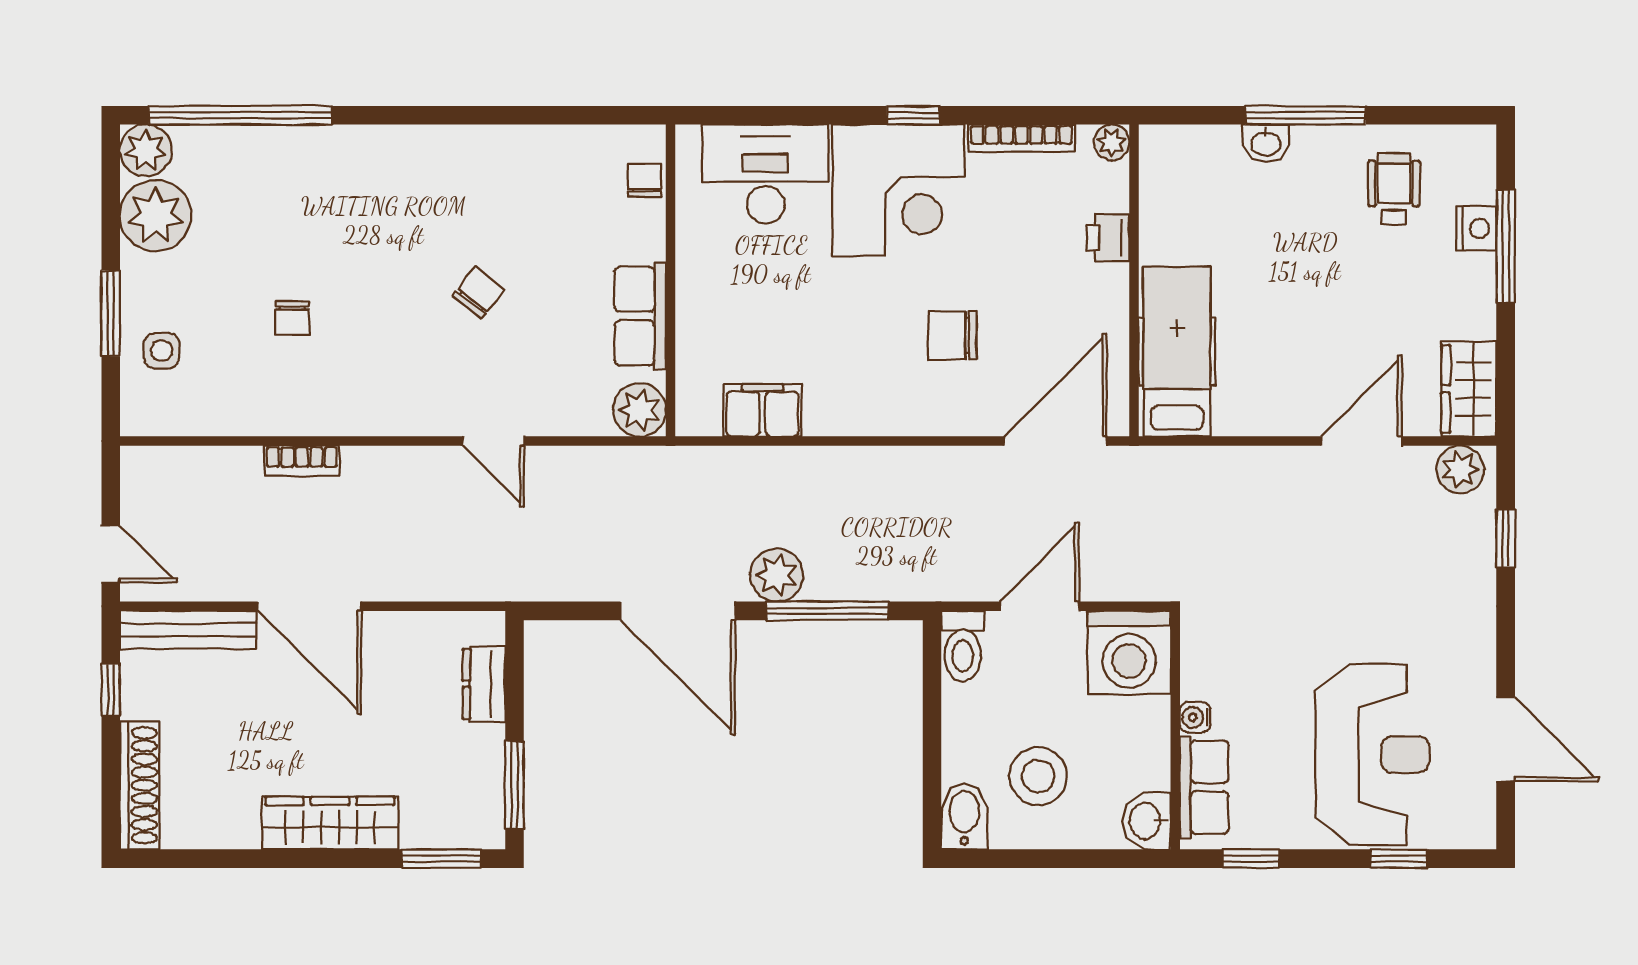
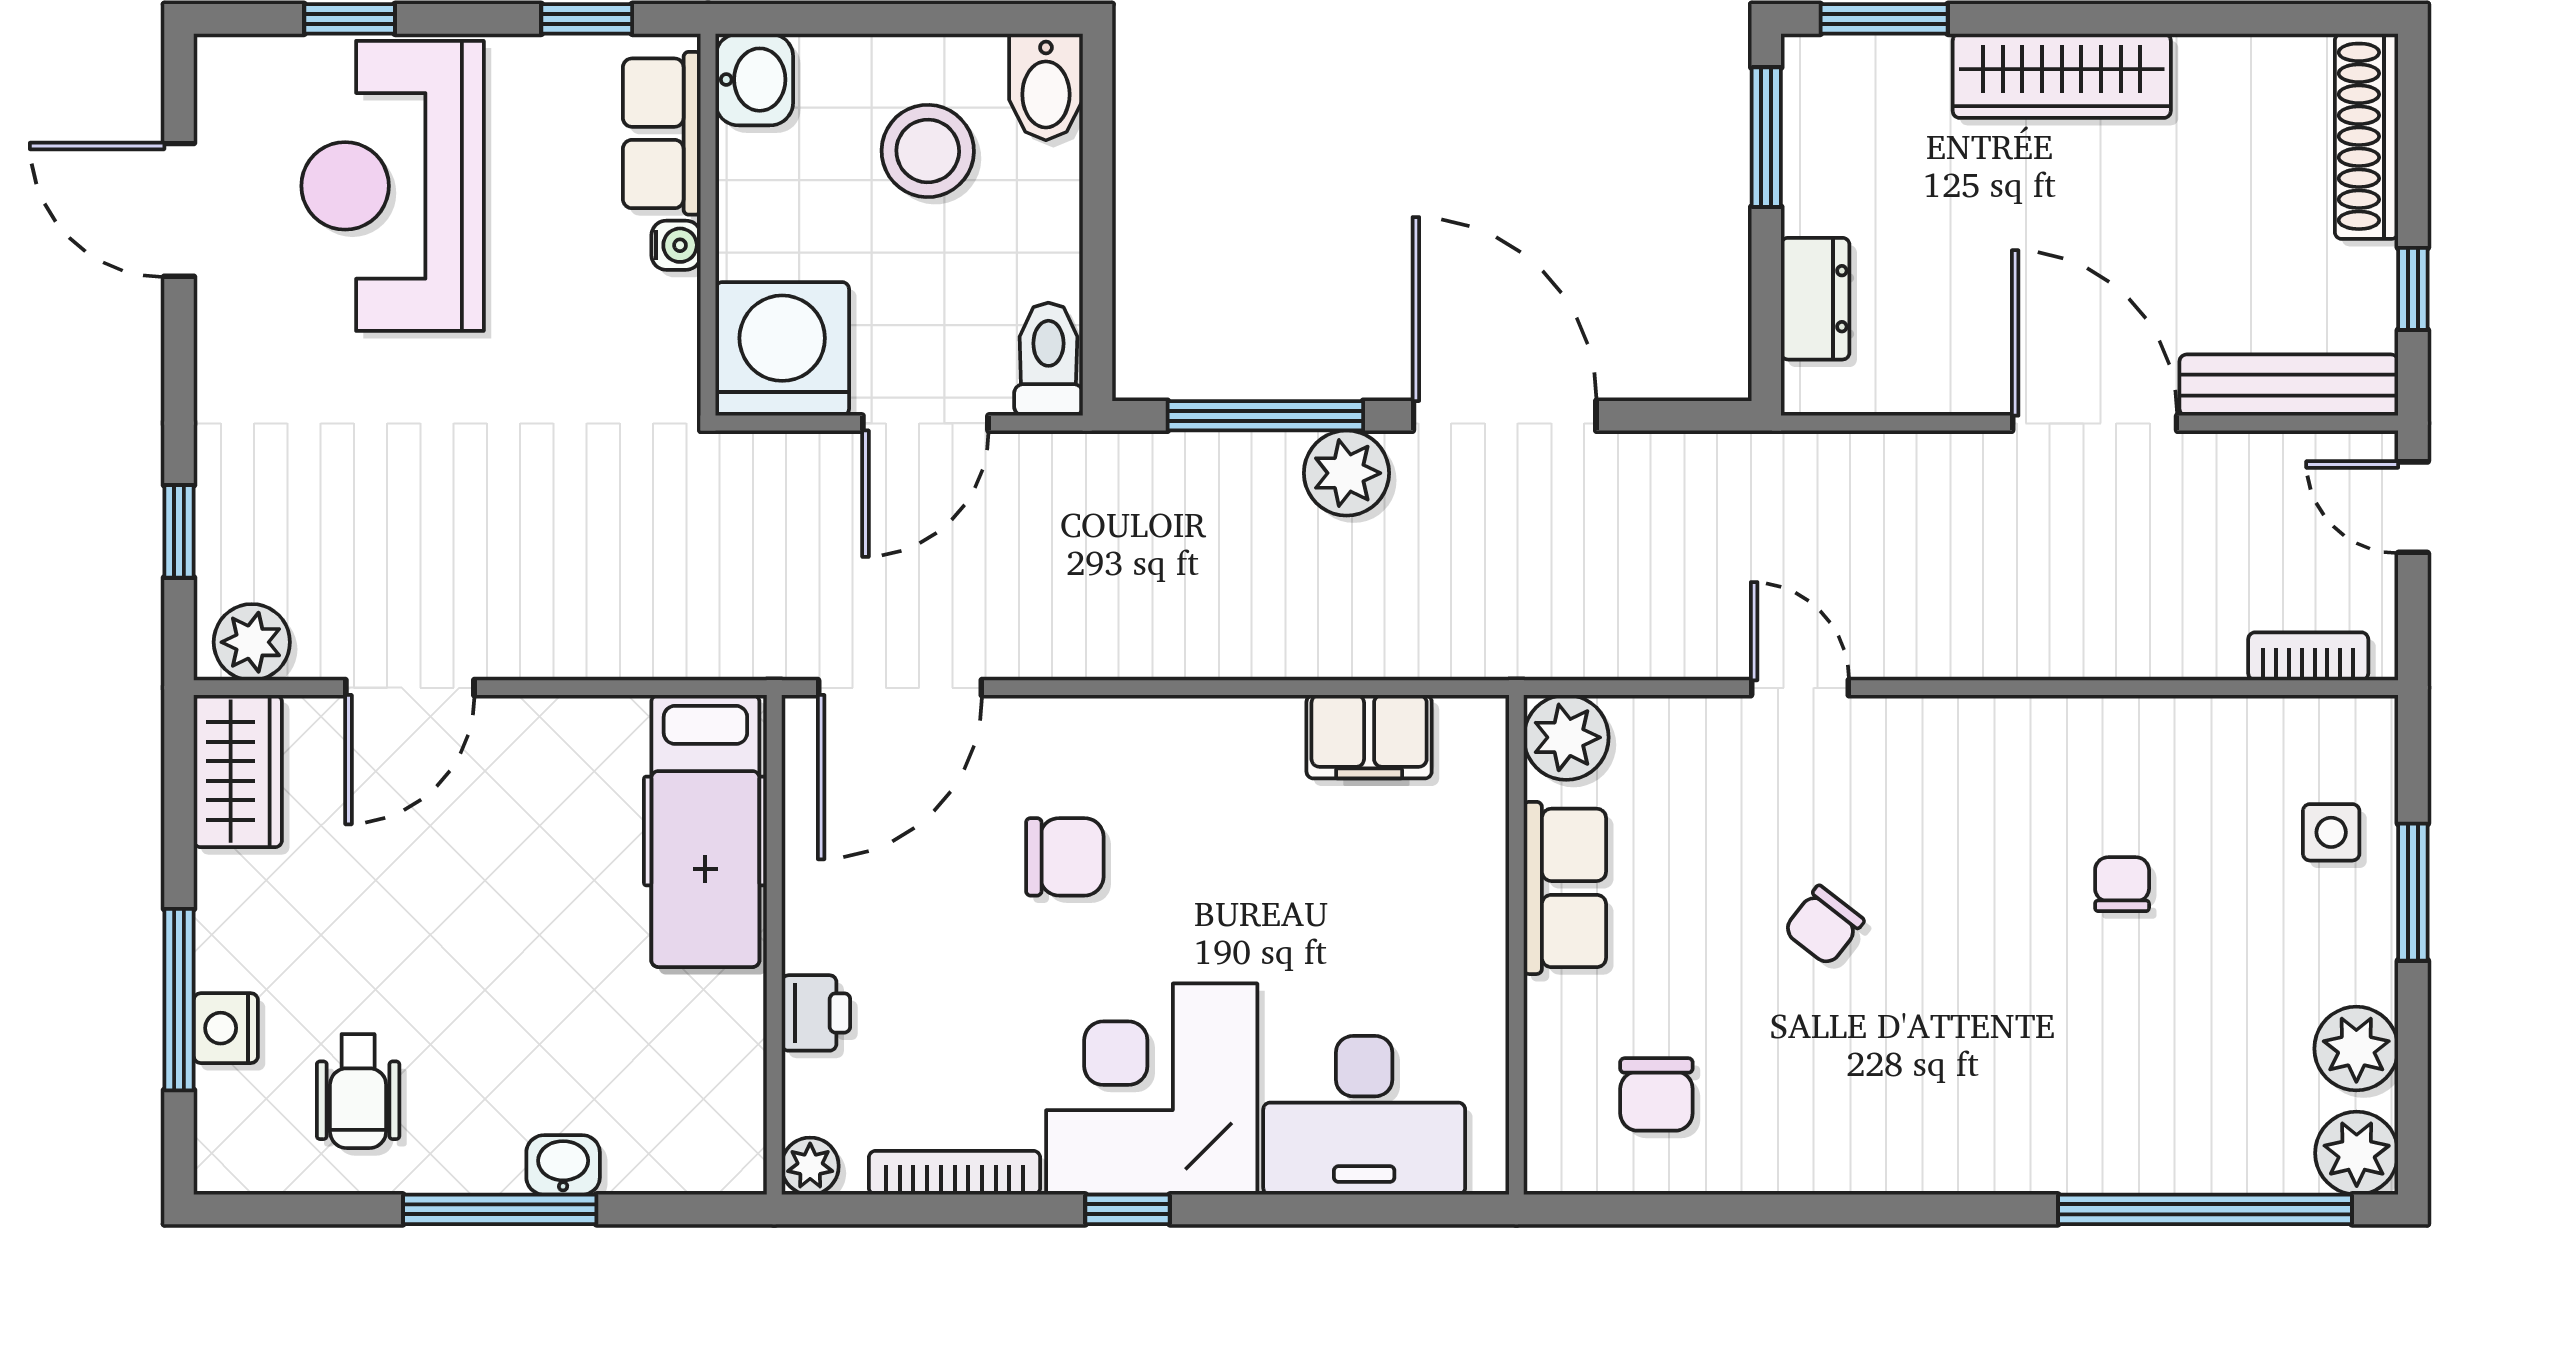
chair: (645, 180) -> (1656, 1094), moved, width x1.37, depth x1.37
plant: (156, 216) -> (2356, 1049), width x0.73, depth x0.73
bookcase: (302, 461) -> (2308, 656), moved

